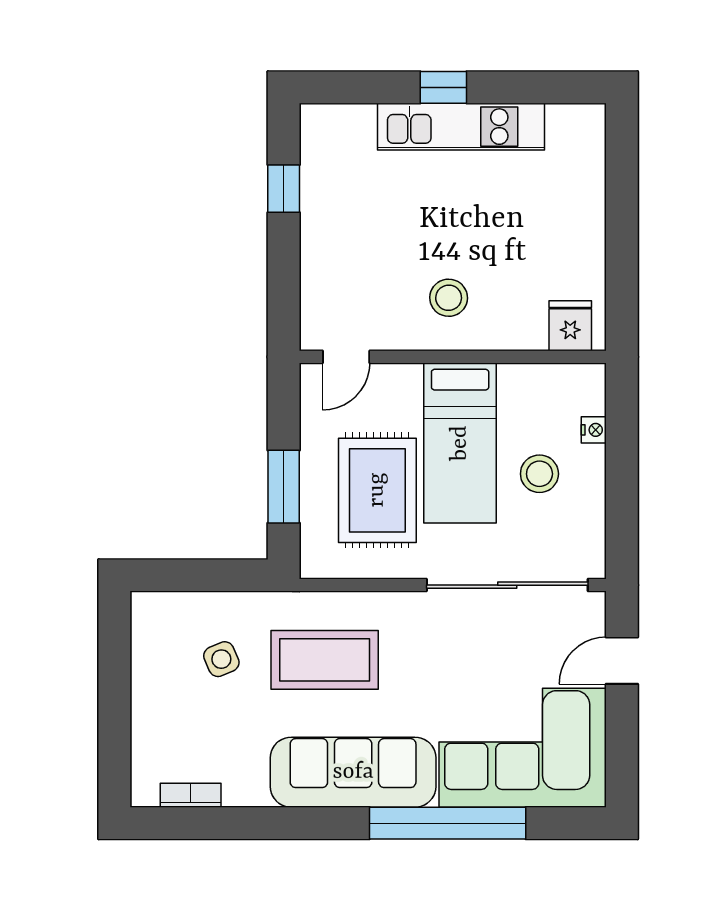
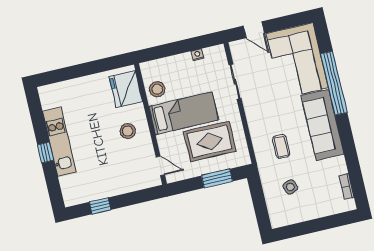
fridge: (570, 326) -> (126, 89), width x1.88, depth x1.34
nightstand: (594, 430) -> (197, 55), moved
stool: (539, 474) -> (157, 89), moved
sliding door: (507, 585) -> (235, 82), width x0.54
coffee table: (325, 660) -> (281, 146), width x0.54, depth x0.58

